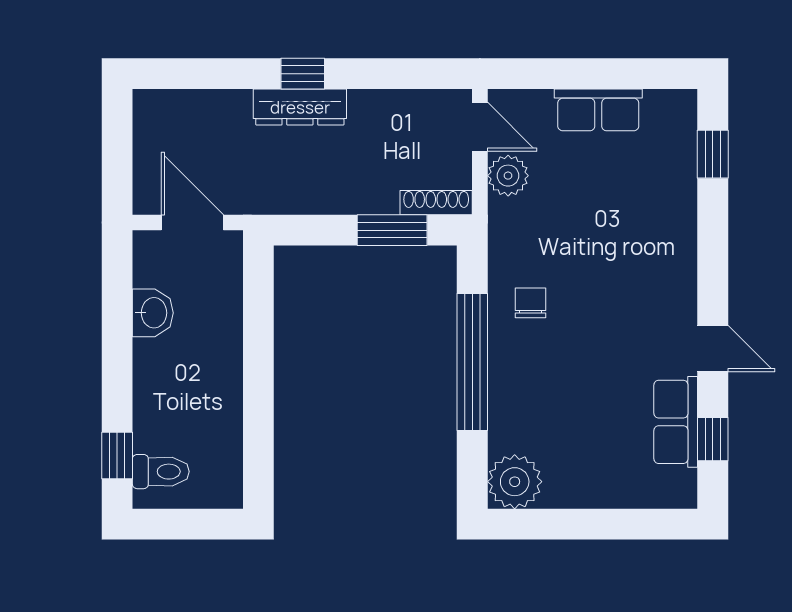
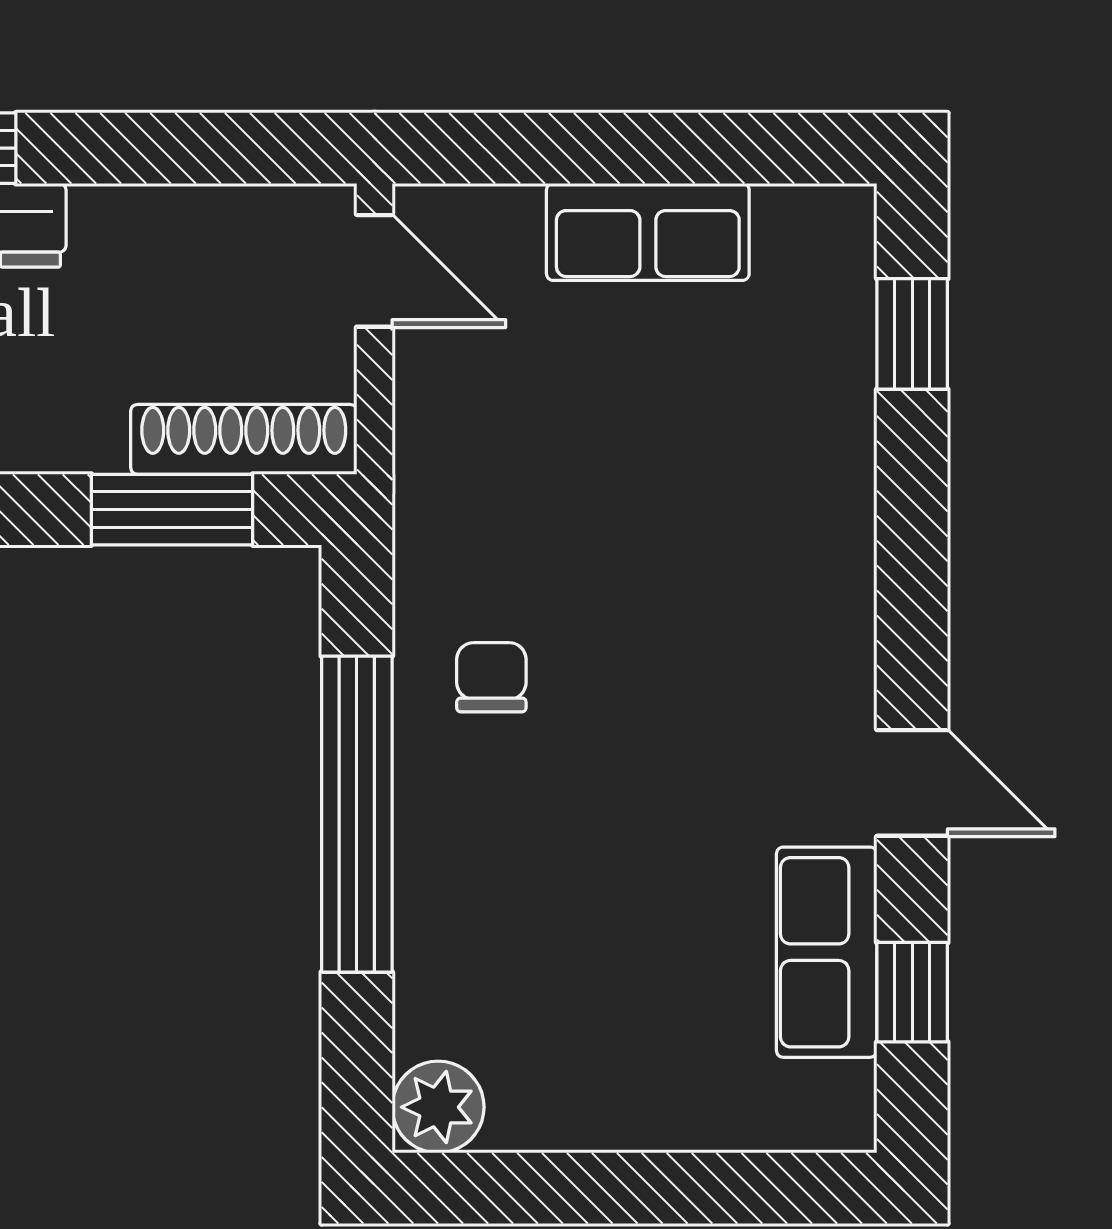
plant: (508, 176) -> (439, 384), removed
shoe rack: (436, 203) -> (244, 439), width x1.36, depth x1.24
plant: (515, 482) -> (438, 1107), width x0.73, depth x0.73

